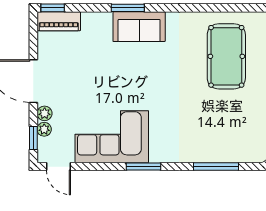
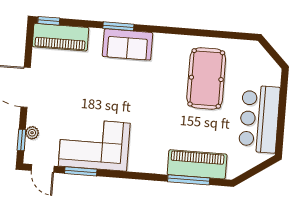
piano: (59, 21) -> (61, 37), width x1.37, depth x1.33
plant: (45, 113) -> (34, 118), removed
piano: (224, 149) -> (197, 164), added
window: (144, 167) -> (81, 171), moved

